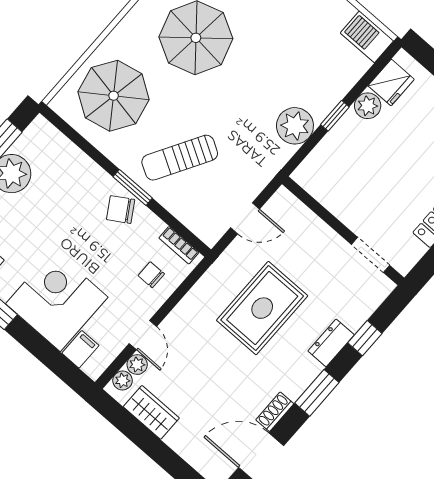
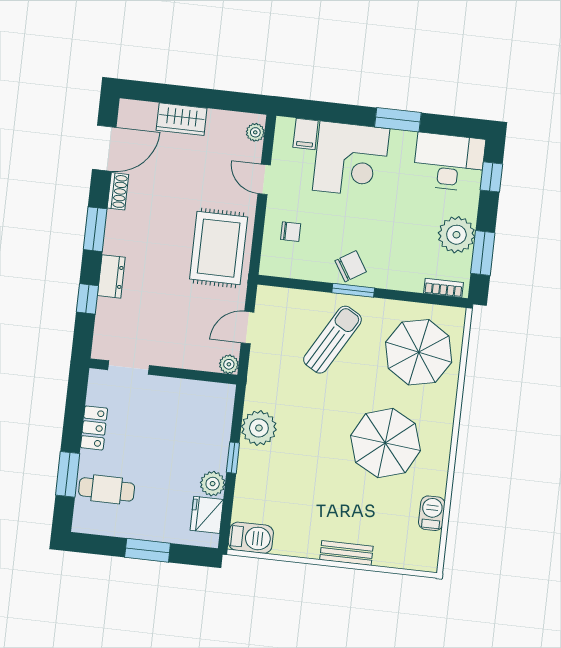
bookcase: (179, 245) -> (444, 288), moved
rug: (262, 308) -> (219, 248), moved
plant: (137, 365) -> (229, 364), moved
wardrobe: (151, 412) -> (182, 119), moved

